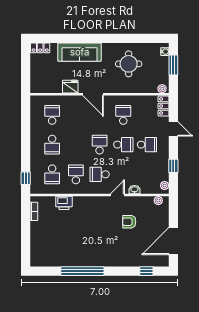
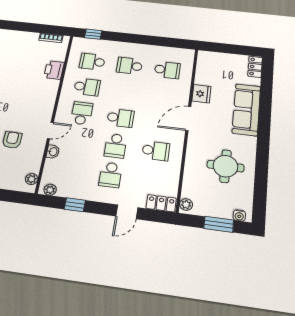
door: (117, 195) -> (50, 130), hinge flipped

